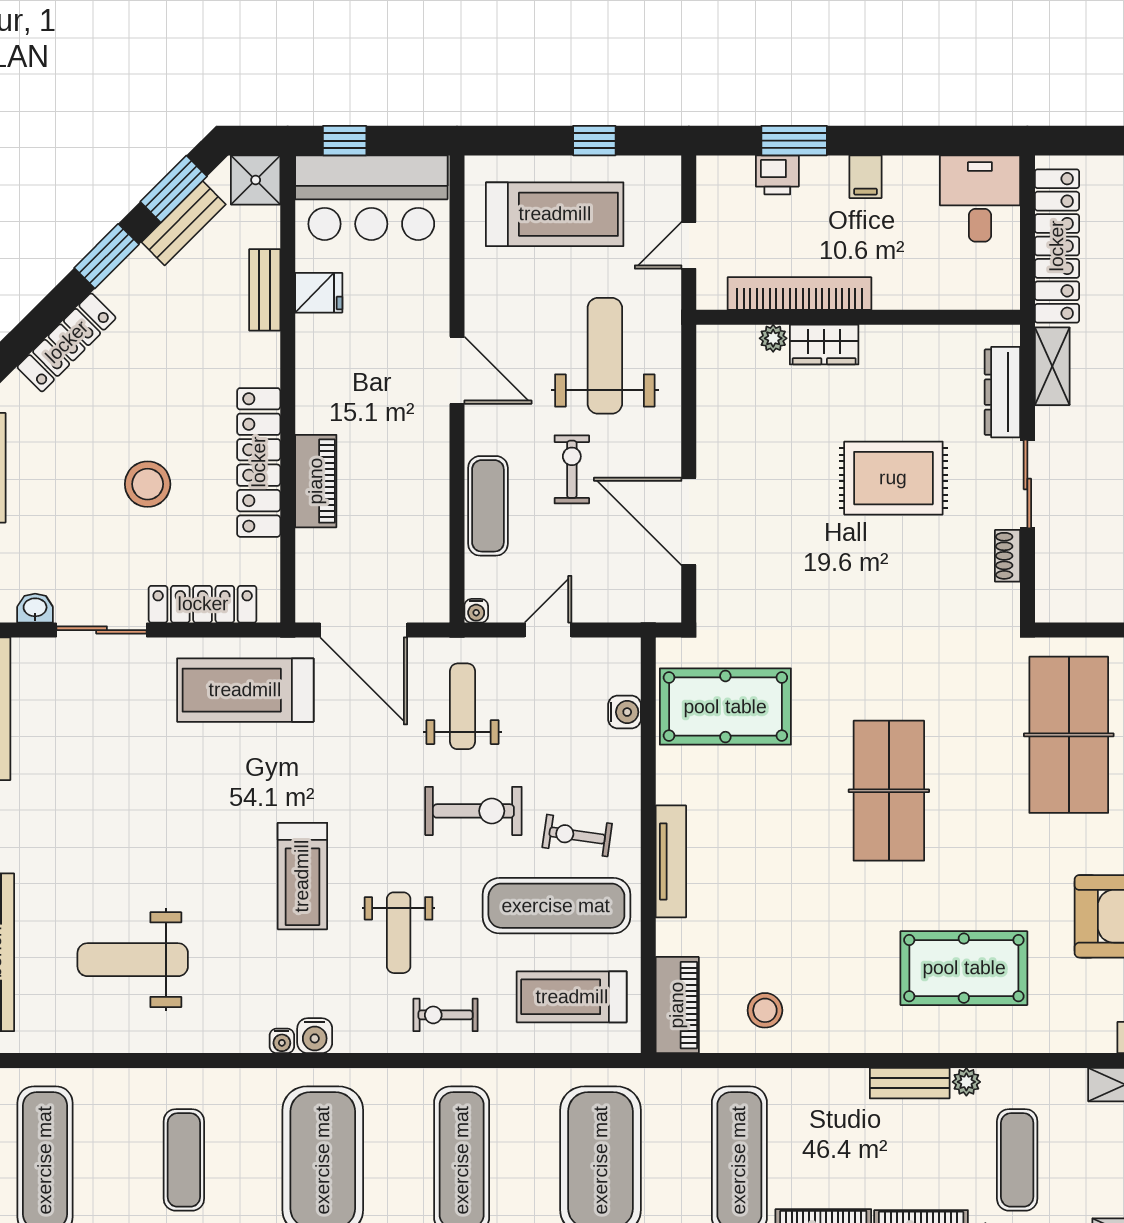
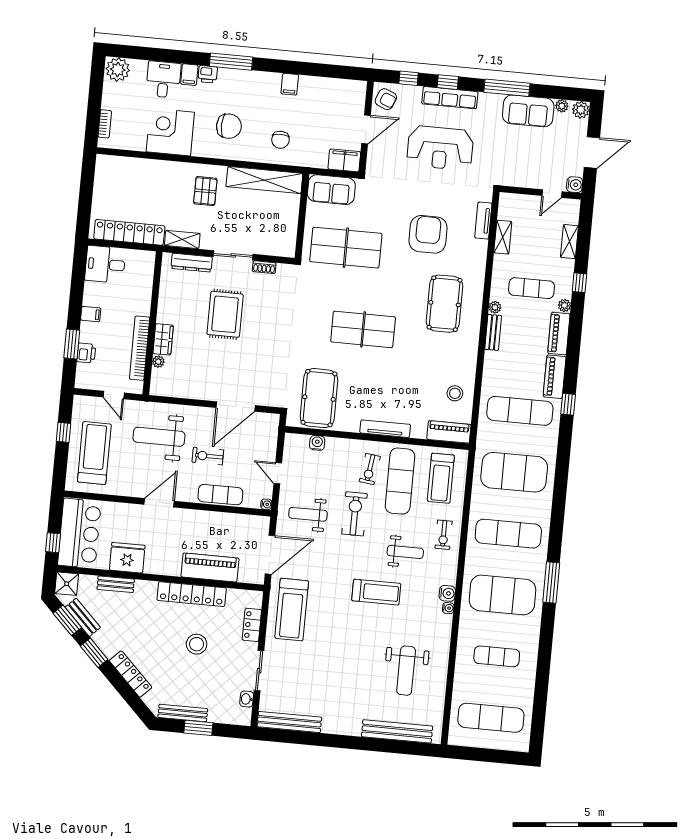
fridge: (319, 293) -> (127, 558), width x1.88, depth x1.34
piano: (316, 481) -> (210, 567), width x1.37, depth x1.33
locker: (203, 604) -> (252, 625), width x0.66

